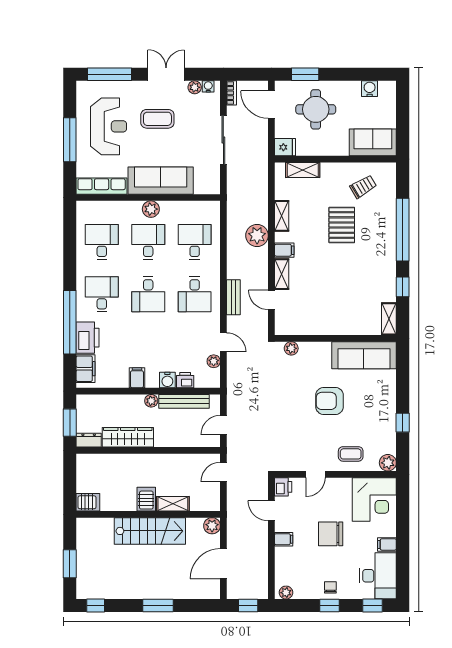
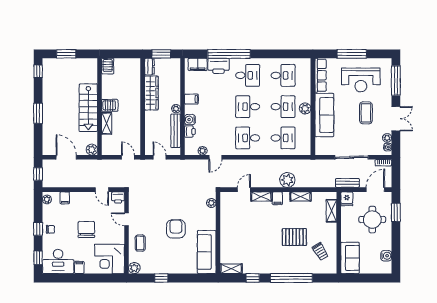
bench: (233, 297) -> (347, 183), moved
door: (271, 511) -> (102, 190), swing flipped
filing cabinet: (284, 539) -> (65, 198), moved

